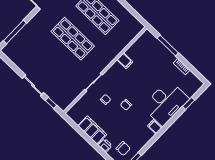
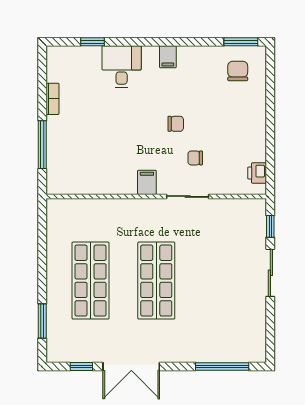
filing cabinet: (125, 61) -> (147, 182), moved
desk: (166, 103) -> (122, 67), width x0.53, depth x0.77
filing cabinet: (92, 130) -> (253, 136), removed
printer: (105, 146) -> (257, 173), moved

